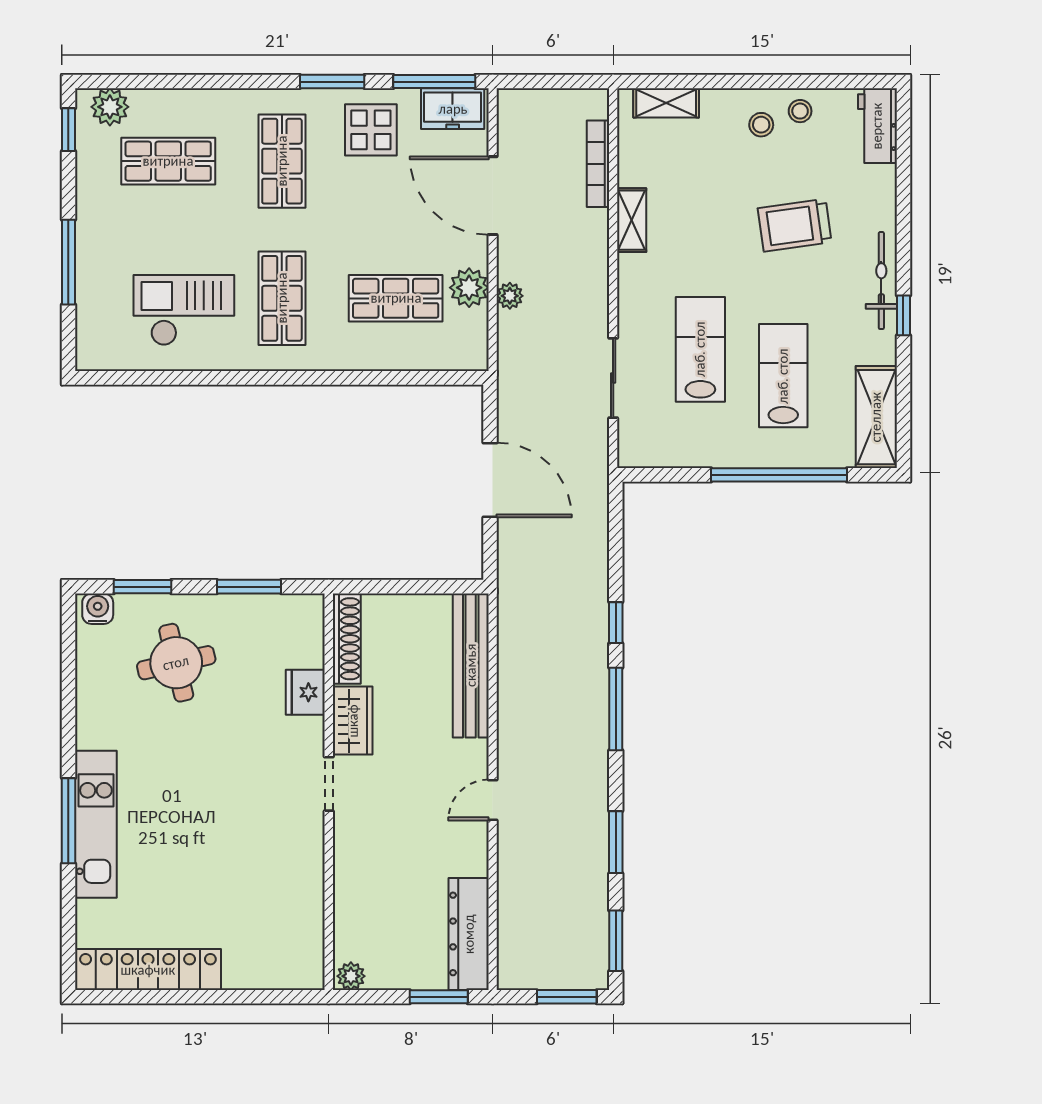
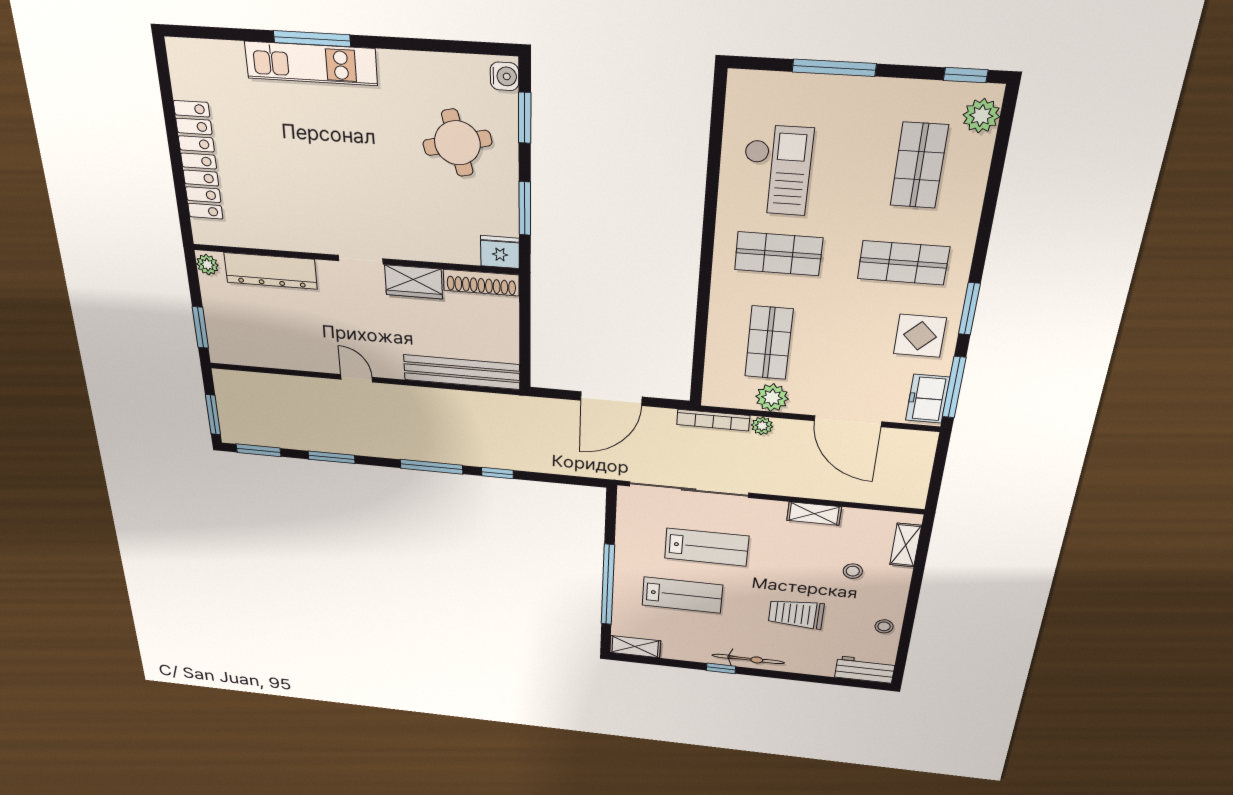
stool: (761, 125) -> (853, 571), moved
bookcase: (598, 164) -> (713, 420), moved, turned 180
door: (493, 196) -> (848, 421), swing flipped
trolley: (795, 225) -> (796, 614), turned -82
sliding door: (613, 378) -> (689, 489), width x1.86
shelving: (876, 417) -> (635, 647), width x0.67, depth x0.75
fridge: (305, 692) -> (500, 252), moved
dresser: (469, 934) -> (271, 271), moved, turned 180
locker: (148, 970) -> (199, 161), moved

